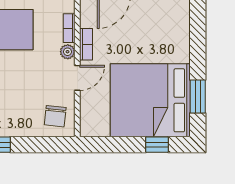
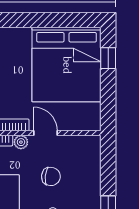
window: (198, 97) -> (63, 20), removed
chair: (55, 116) -> (51, 176), moved

